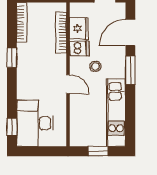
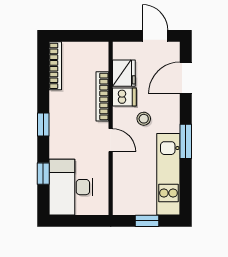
bookcase: (61, 33) -> (102, 96), moved
window: (12, 58) -> (43, 125), moved
window: (130, 70) -> (186, 141), moved
window: (12, 127) -> (43, 174), moved

